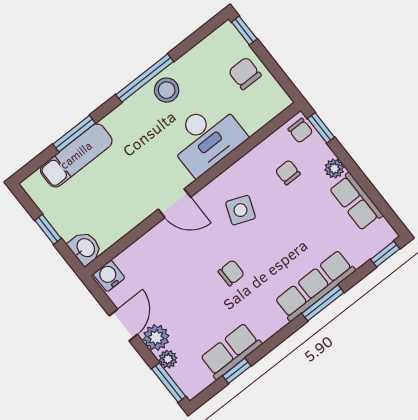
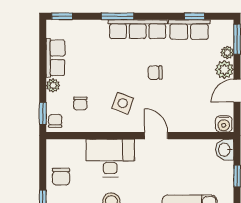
row of seats: (315, 286) -> (138, 29), moved

